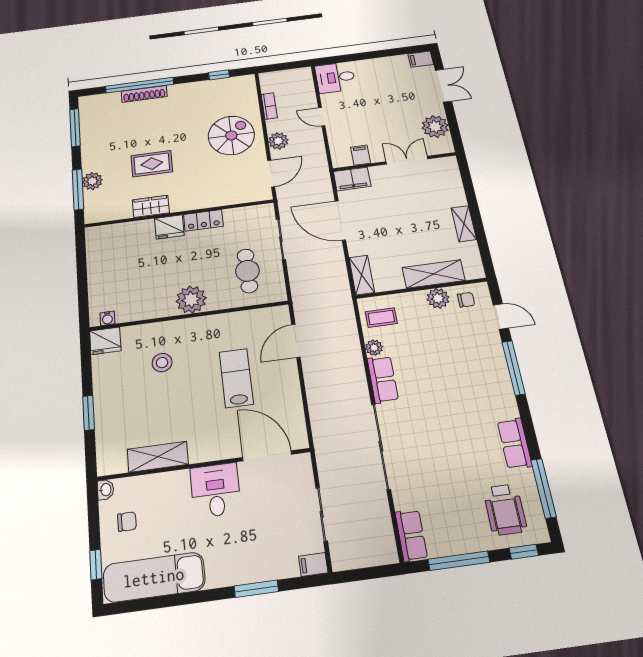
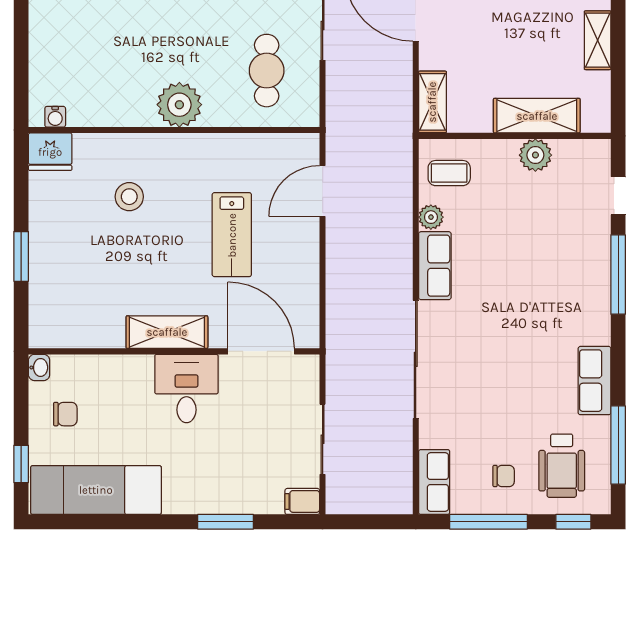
chair: (466, 300) -> (504, 476), moved
lab bench: (236, 378) -> (232, 235), turned 180
shelving: (158, 457) -> (167, 332), moved

